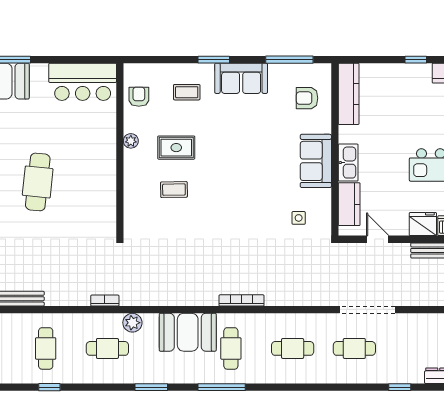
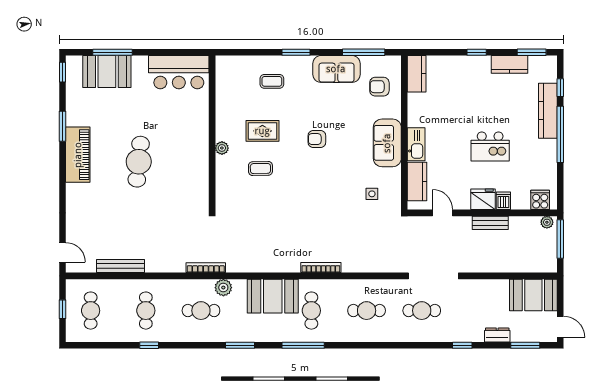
sofa: (241, 78) -> (336, 69), moved
kitchen counter: (349, 94) -> (417, 74), width x0.67
armchair: (139, 97) -> (317, 139), moved, turned -90
plant: (131, 141) -> (222, 148), moved
bookcase: (105, 301) -> (206, 268), width x1.56

